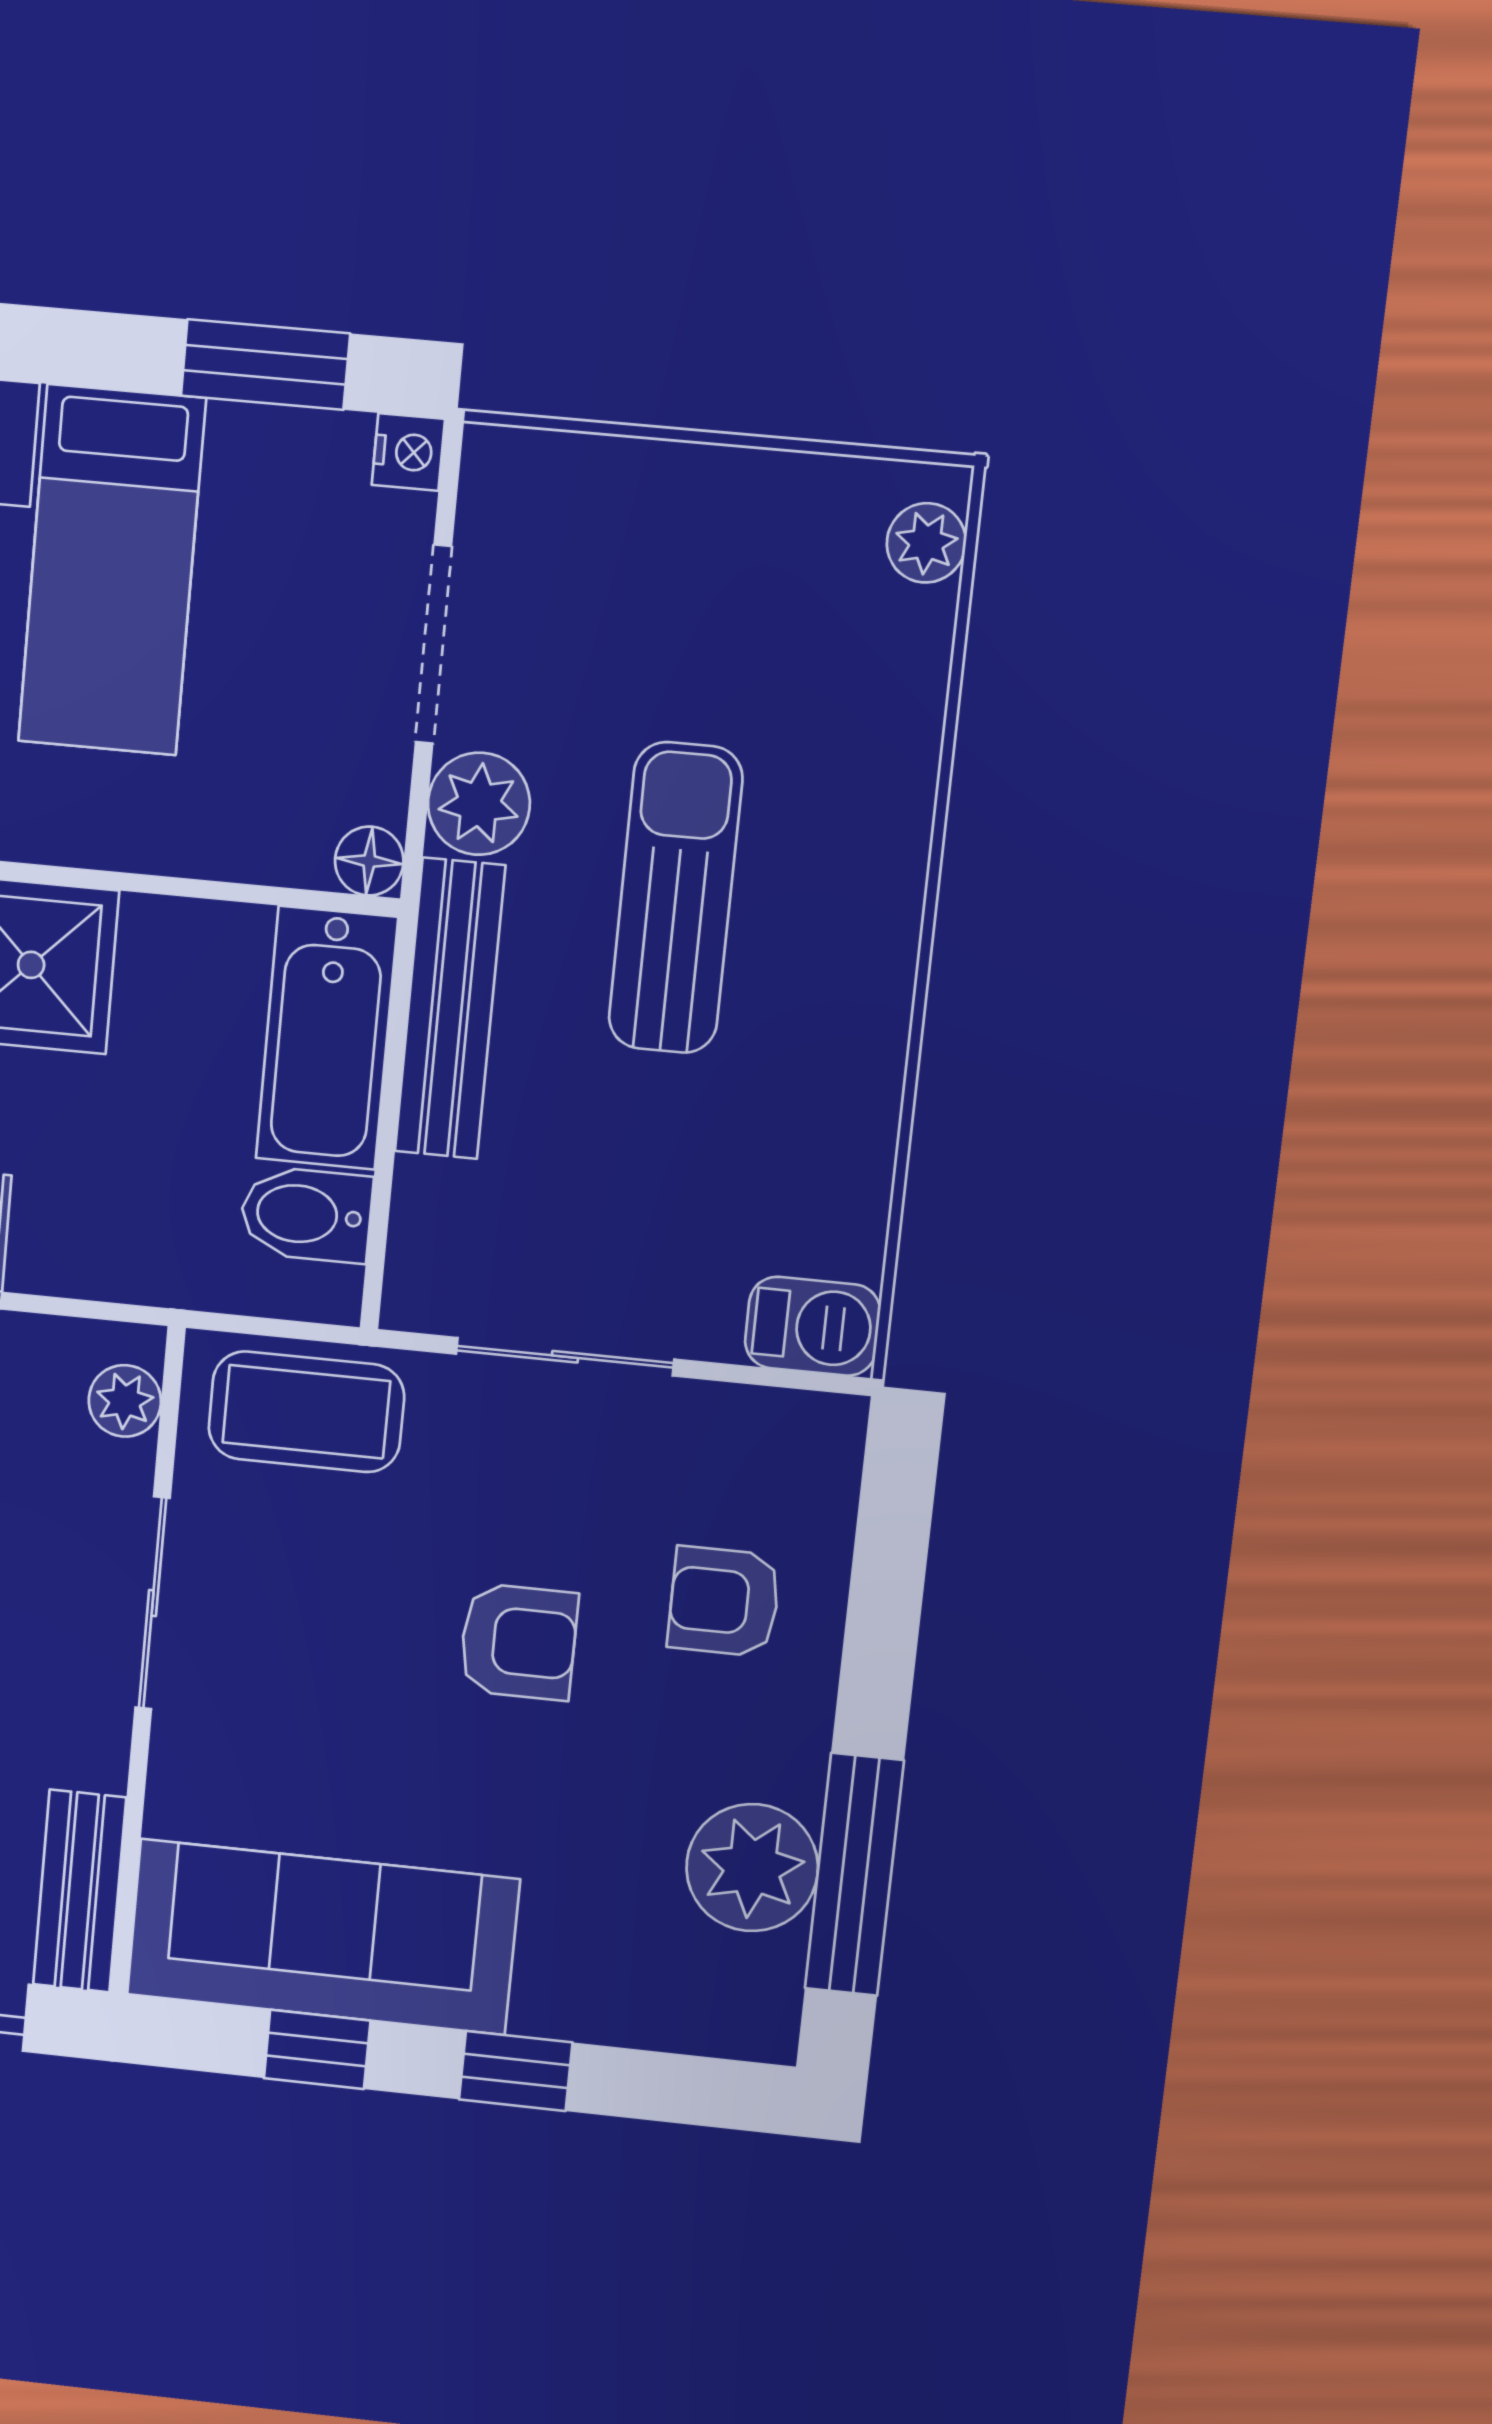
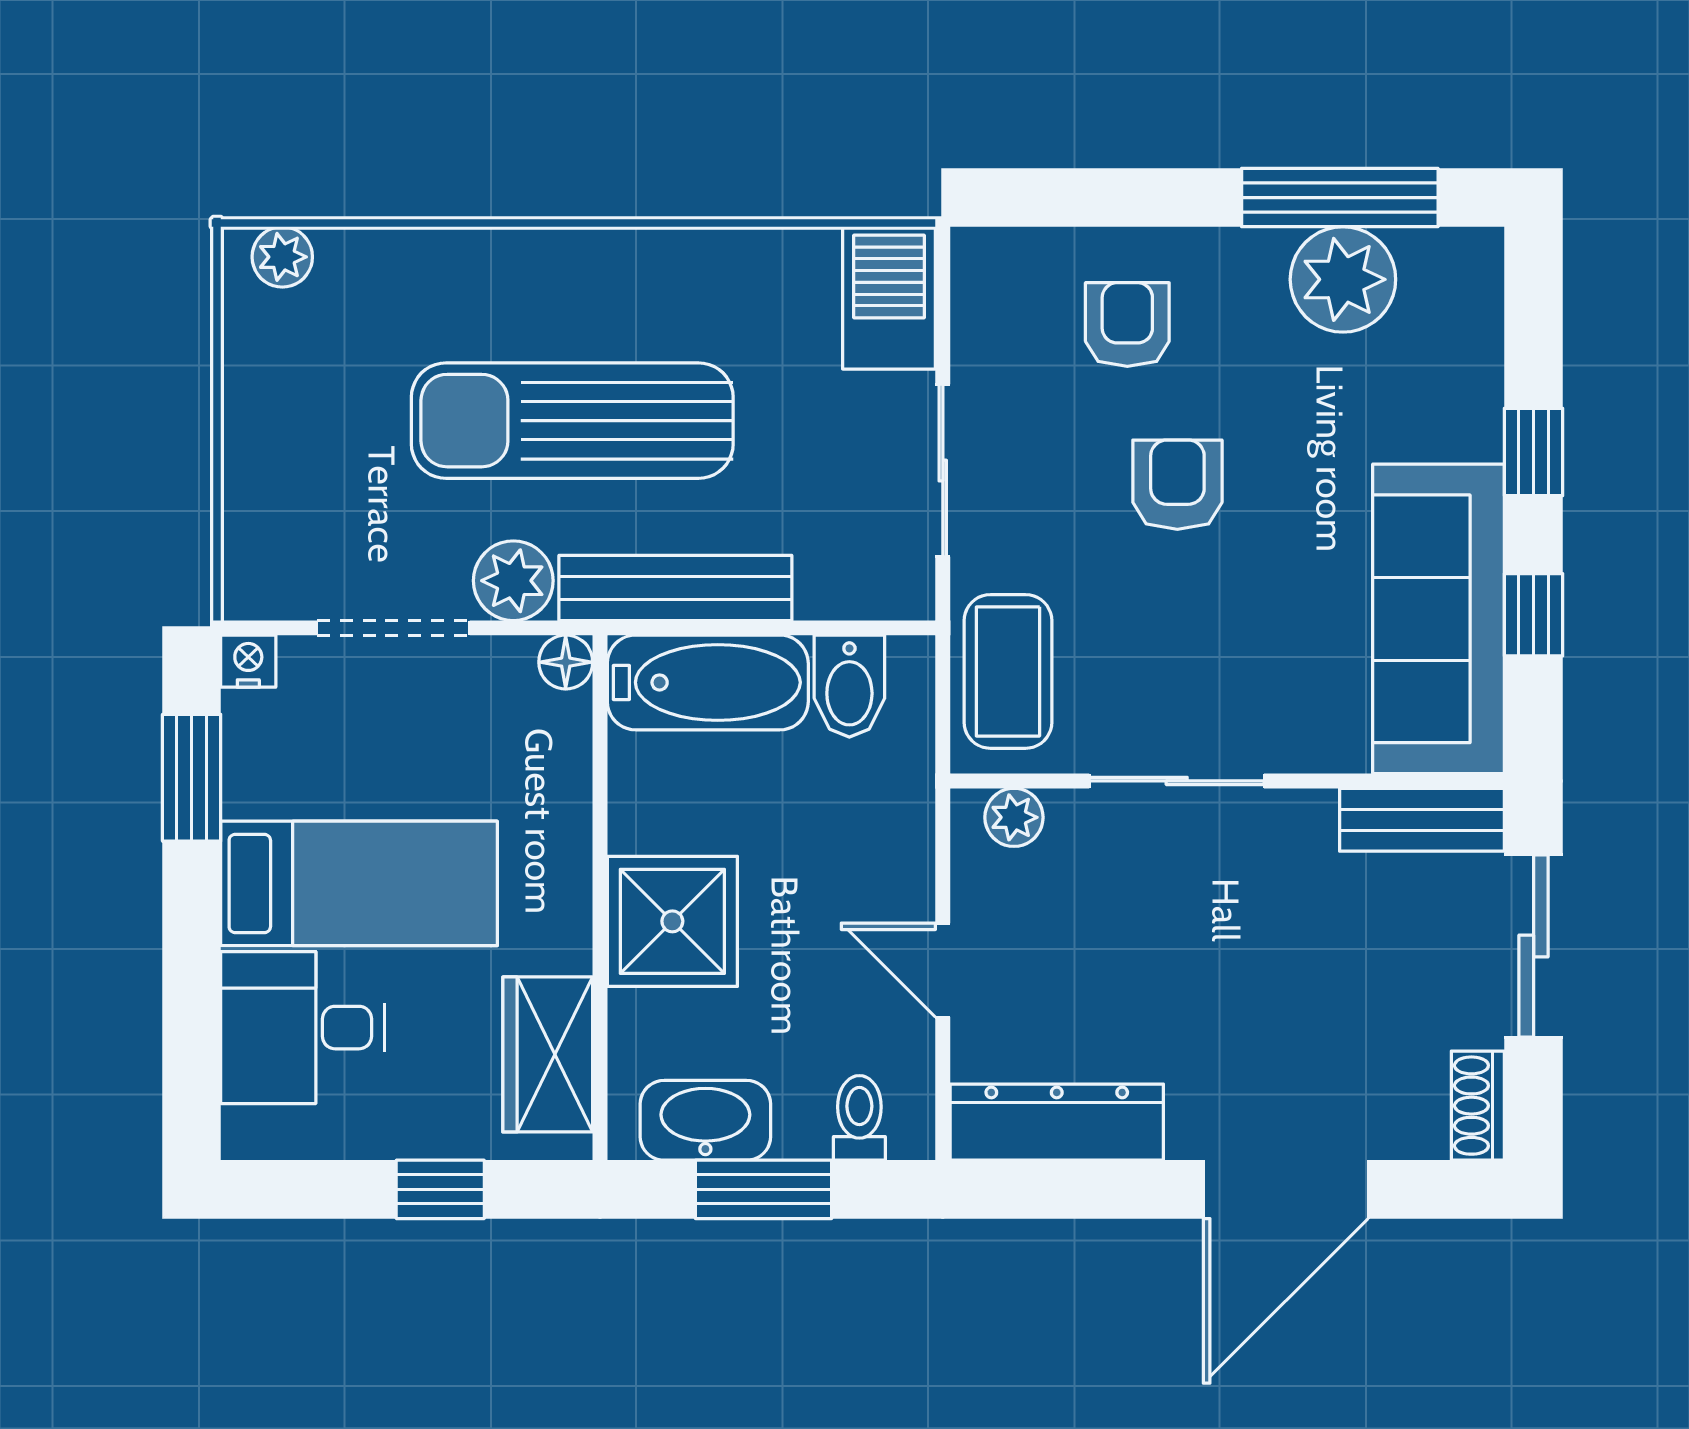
sun lounger: (676, 898) -> (572, 421), width x1.36, depth x1.34
barbecue: (813, 1326) -> (889, 298), width x1.38, depth x1.27
armchair: (724, 1601) -> (1127, 325), turned 180

